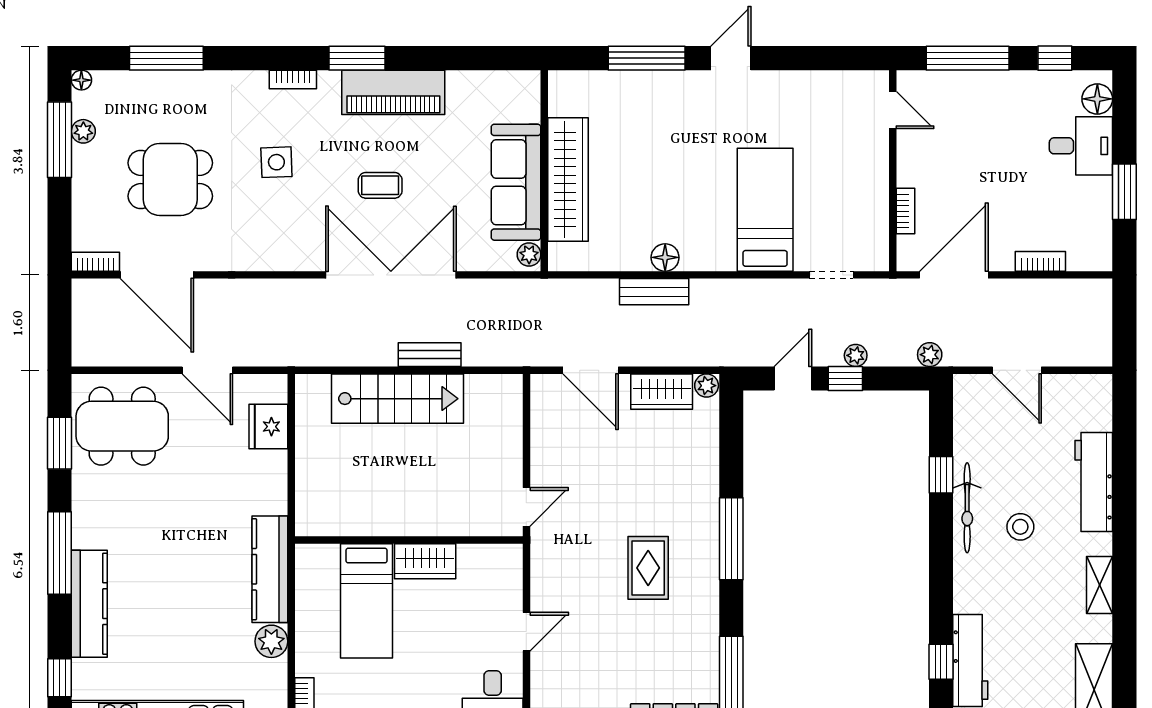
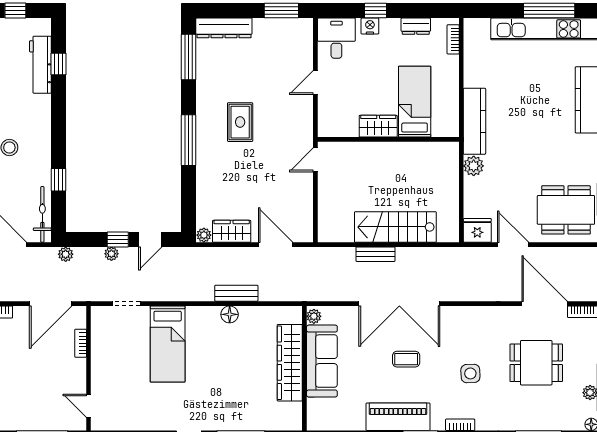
fridge: (268, 427) -> (477, 230), moved, turned -90
bicycle: (967, 508) -> (42, 214), moved
plant: (271, 641) -> (474, 166), moved

